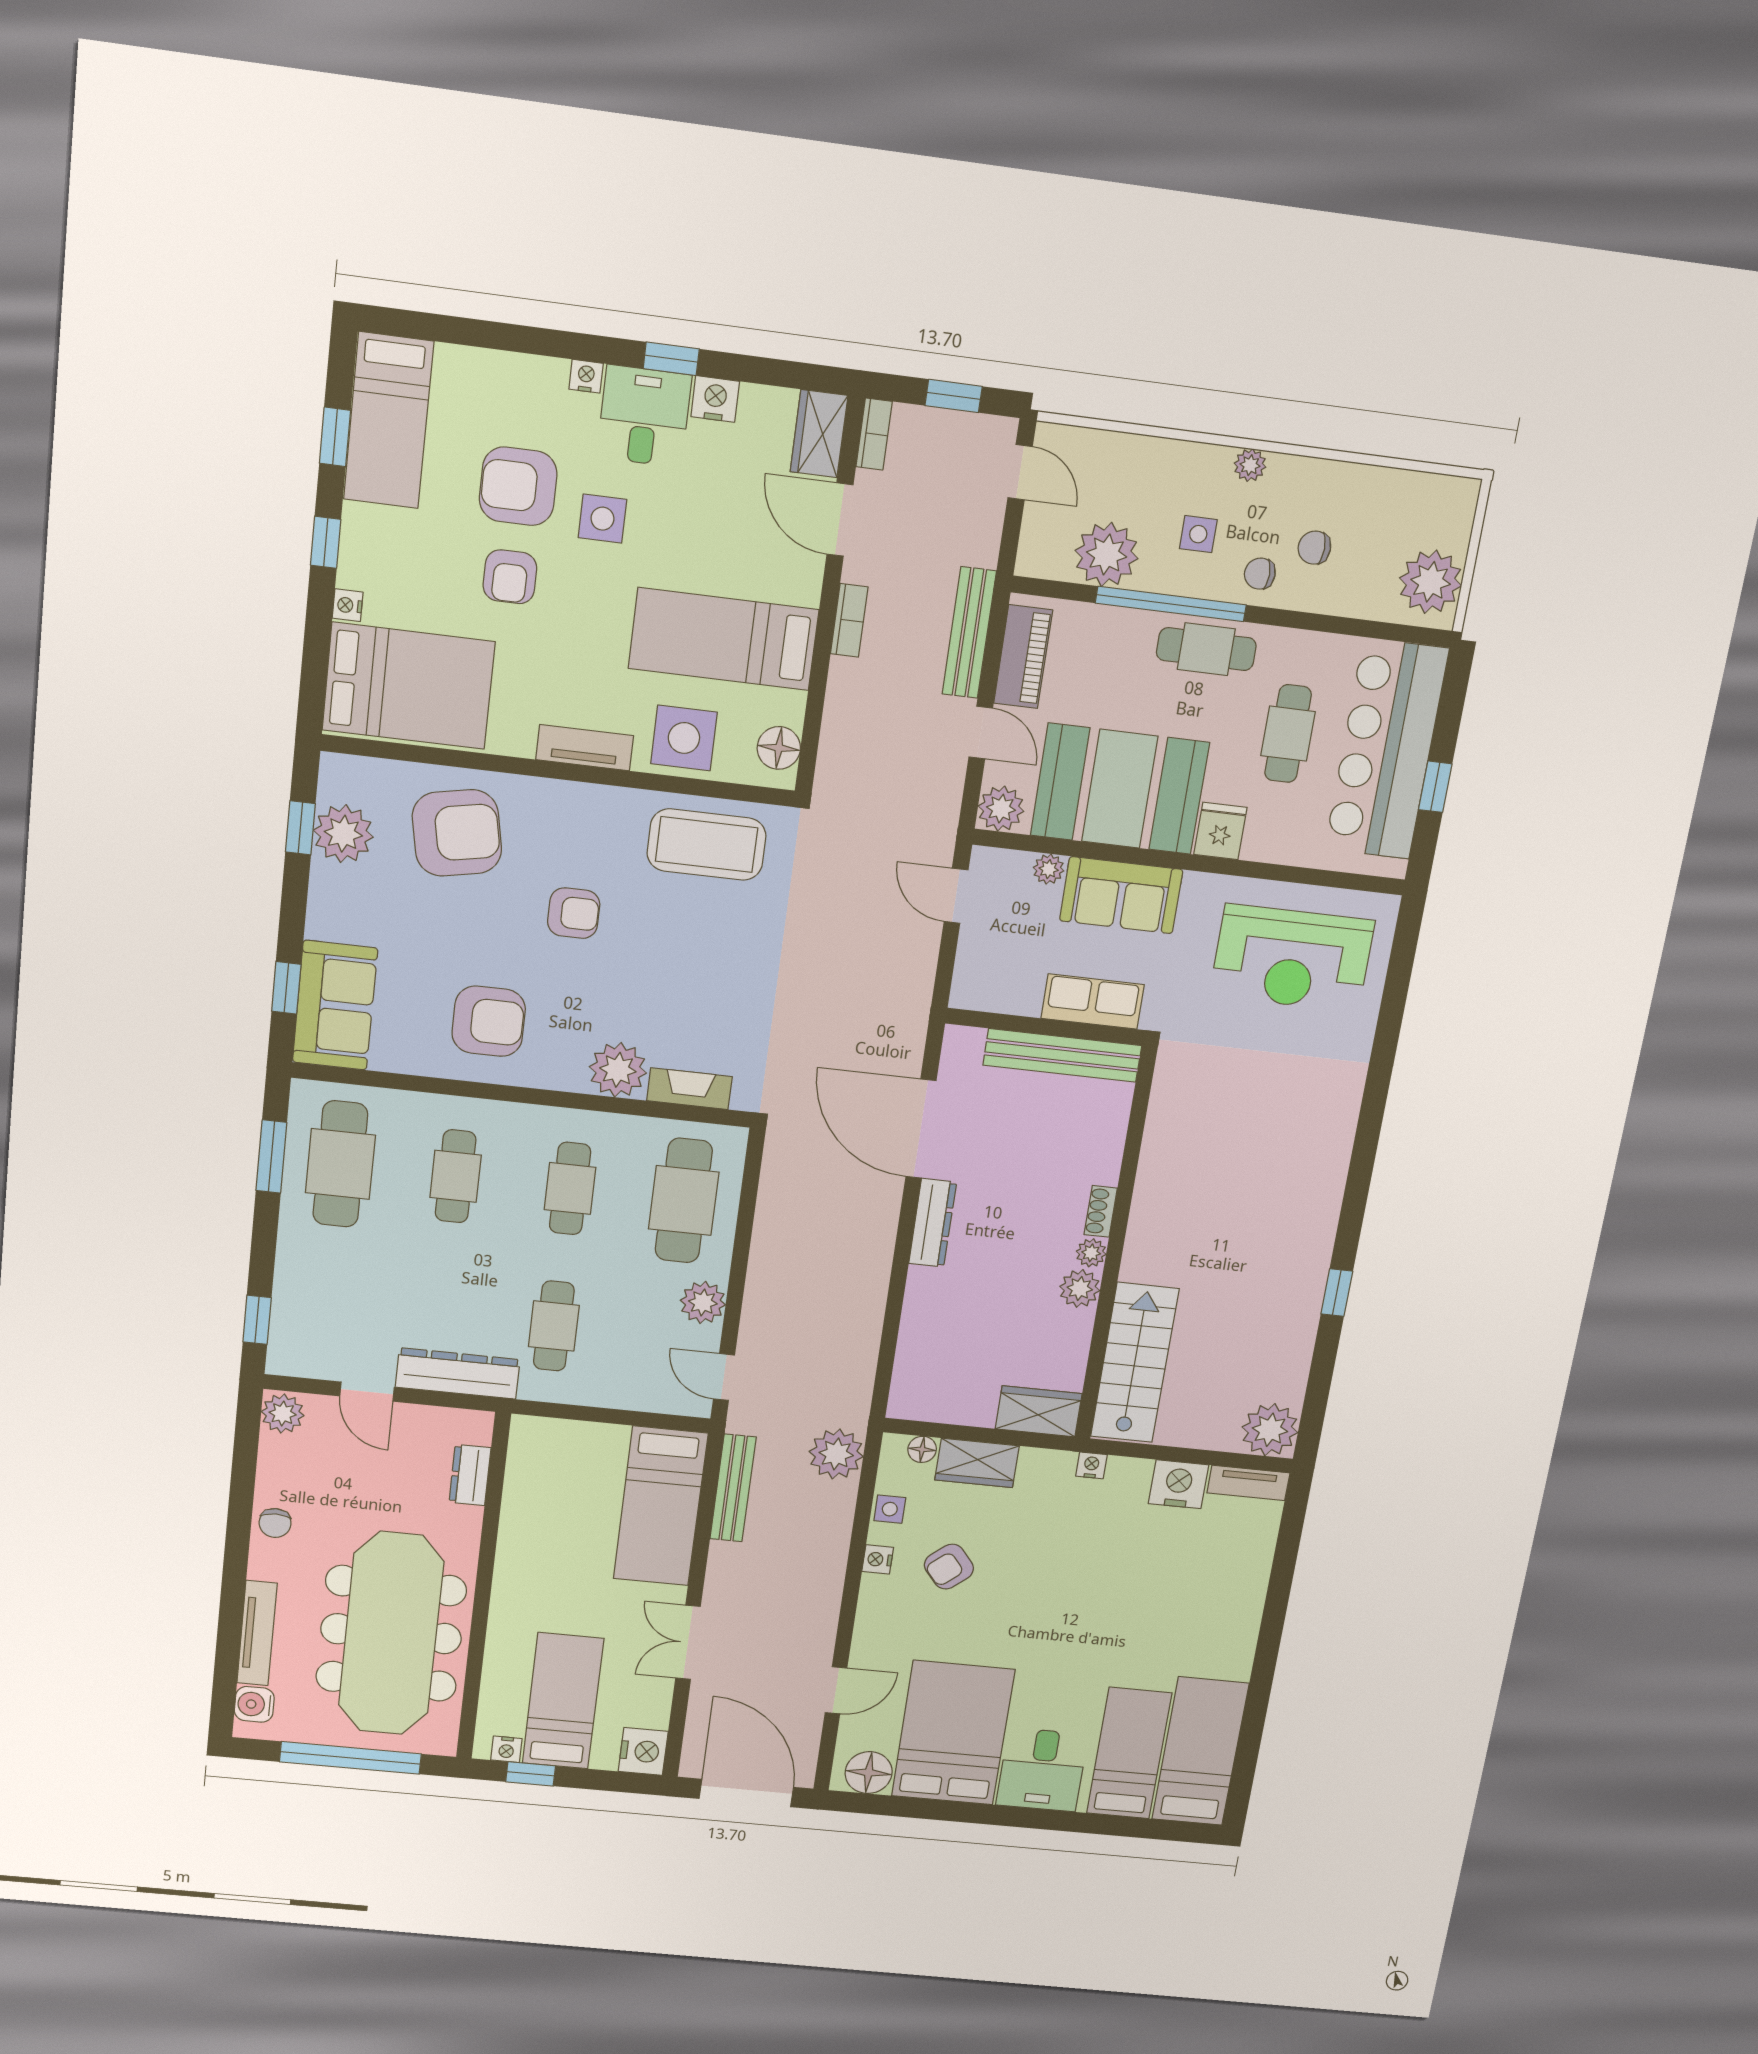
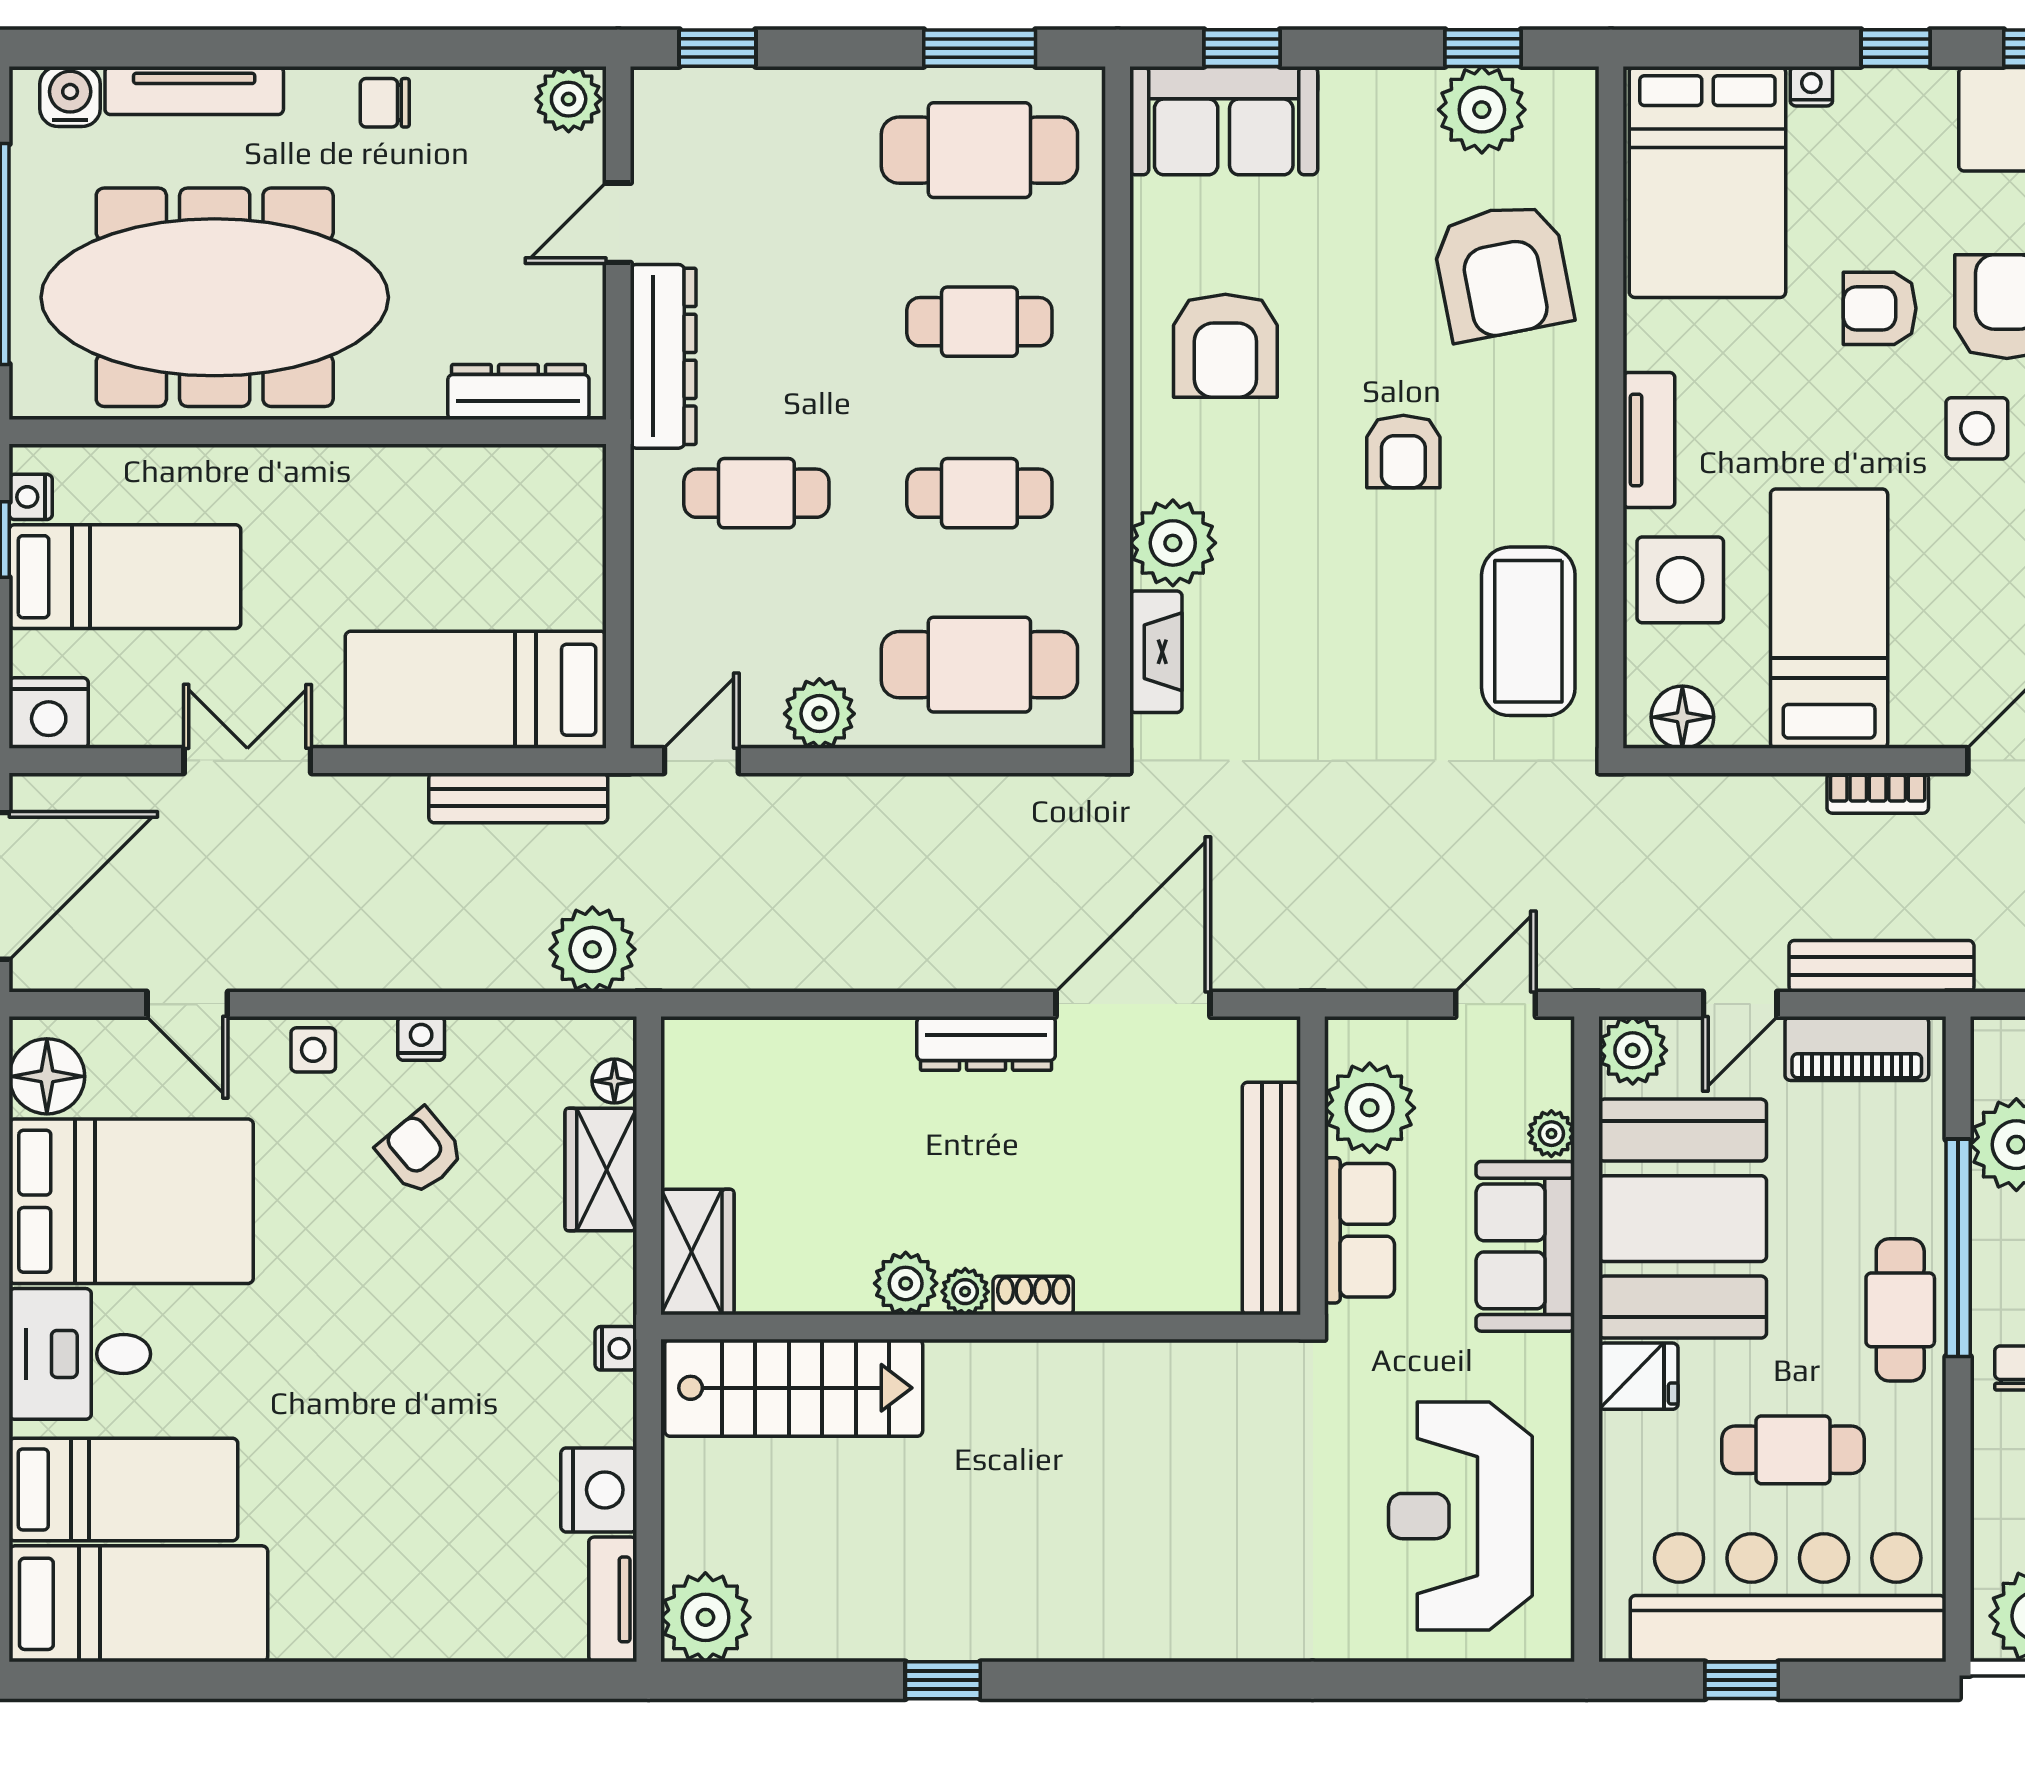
plant: (1013, 986) -> (1370, 1108), added
dresser: (470, 1475) -> (518, 392), width x1.44
side table: (890, 1509) -> (313, 1050), moved

